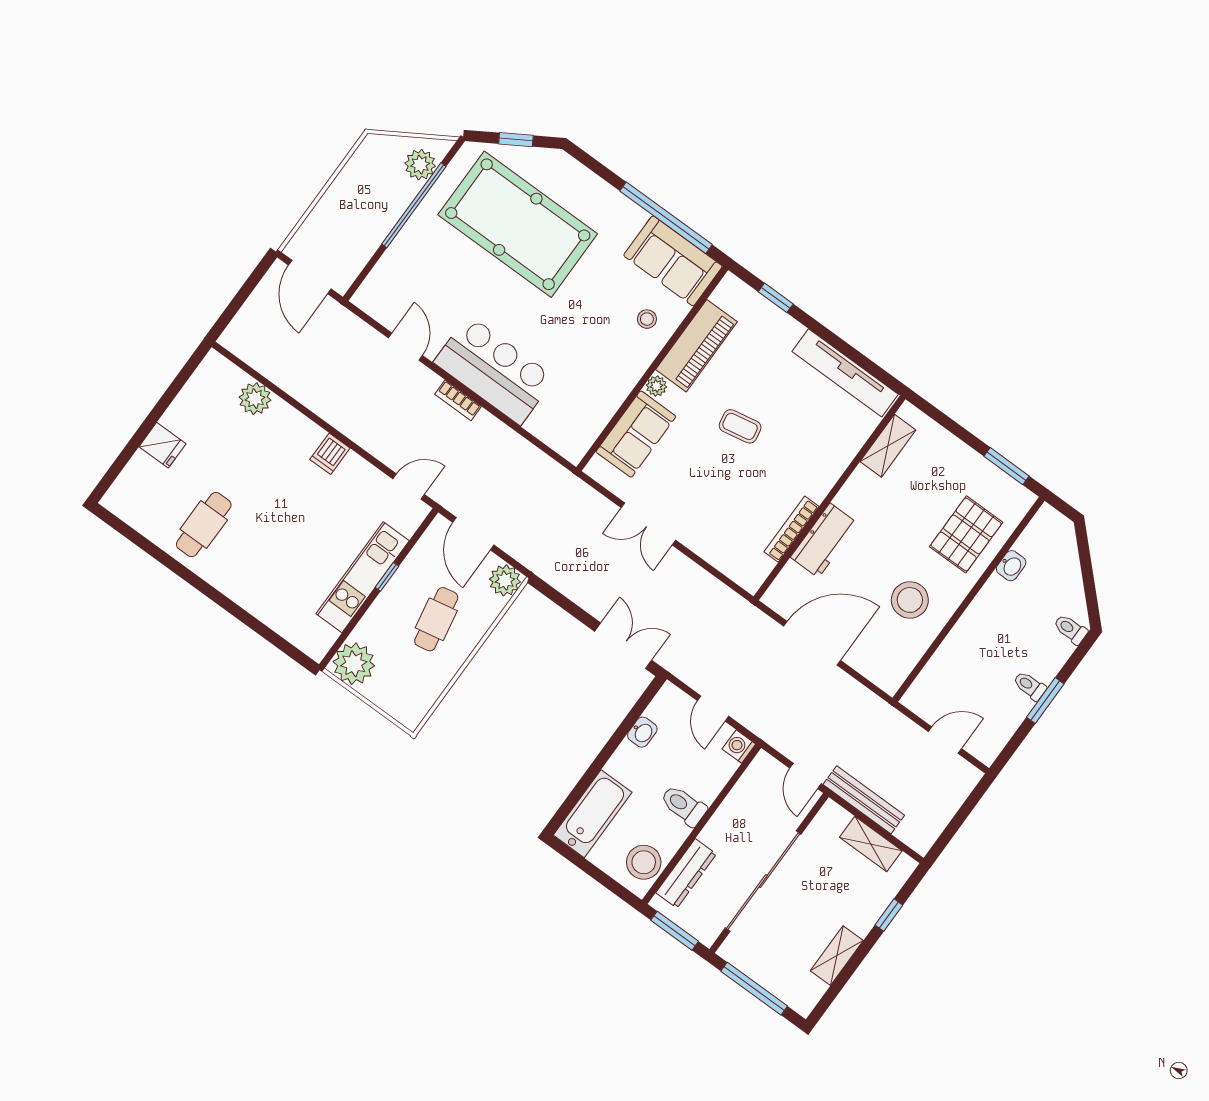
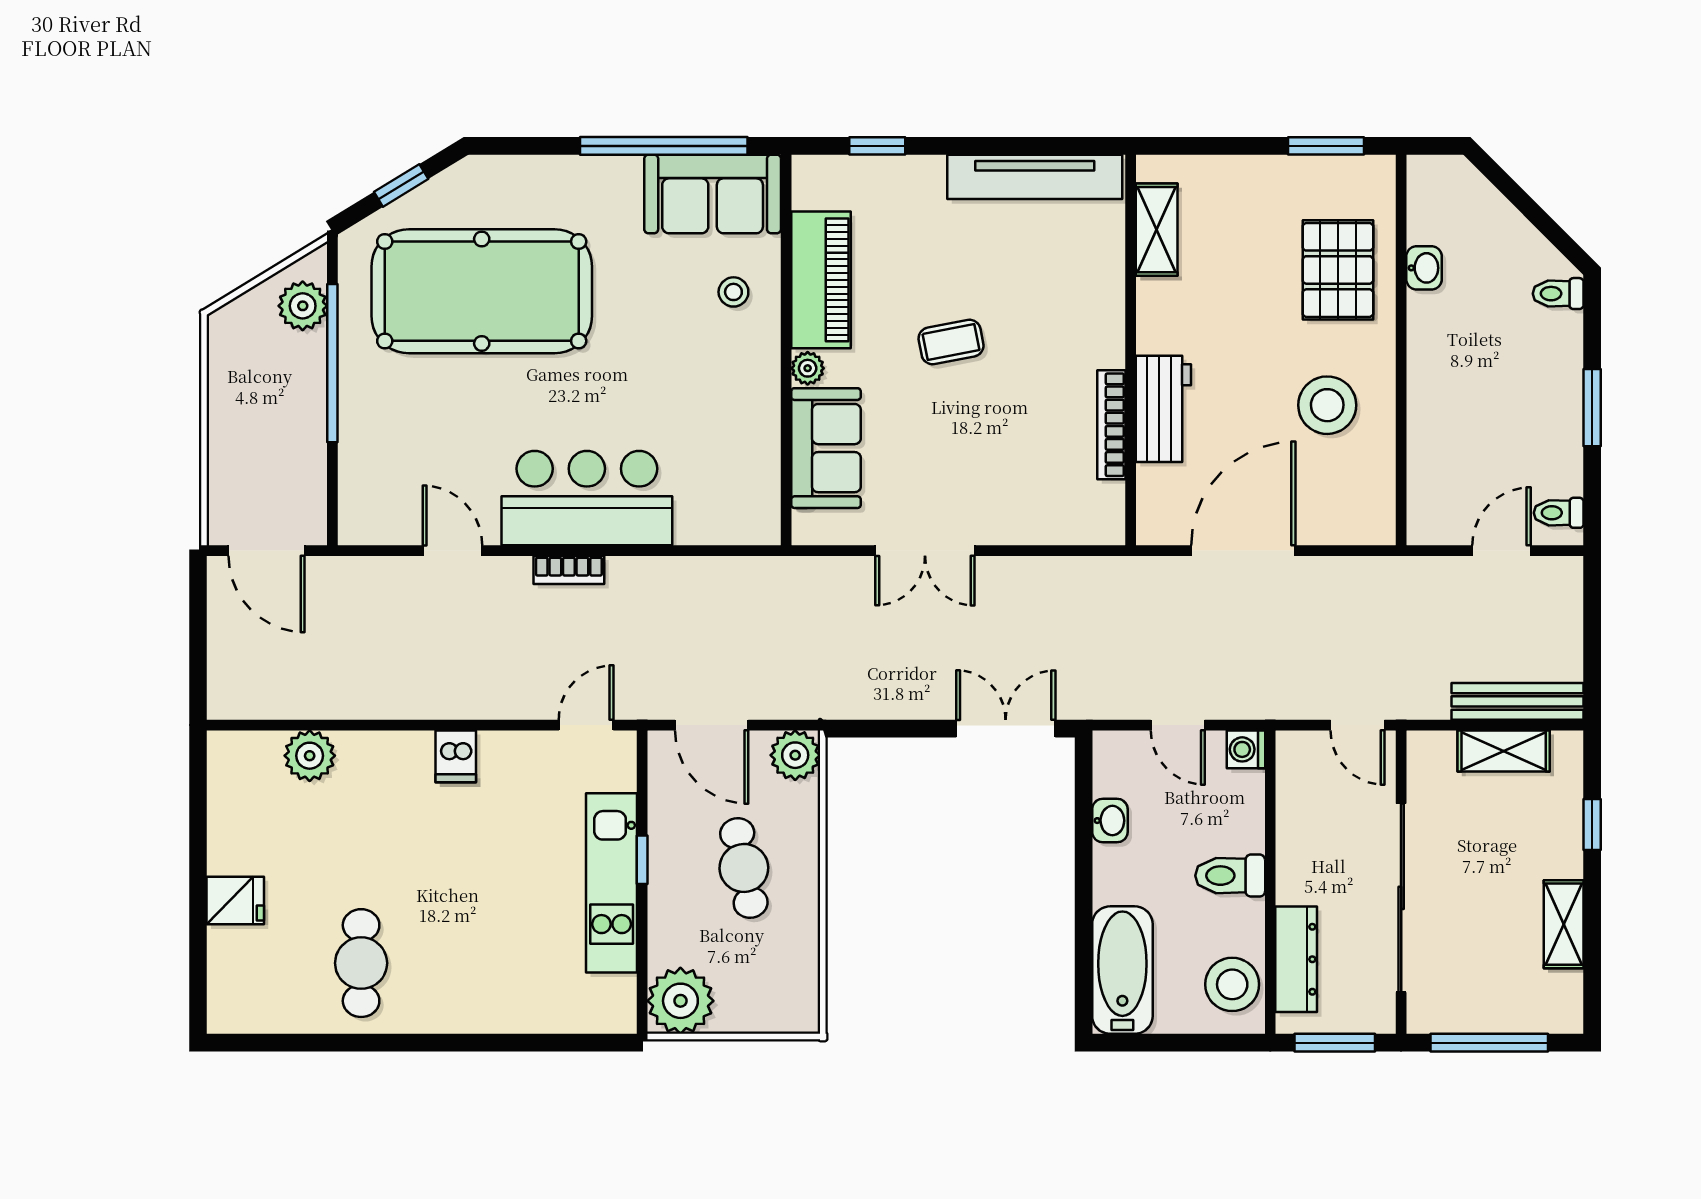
toilet: (1030, 686) -> (1559, 513), moved
bench: (864, 800) -> (1517, 701), moved

